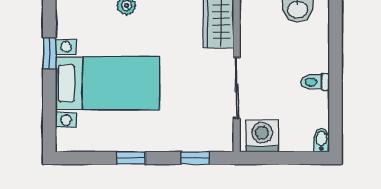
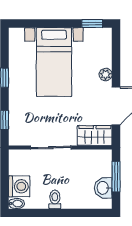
window: (49, 53) -> (92, 24), moved
washing machine: (262, 136) -> (19, 186), moved

